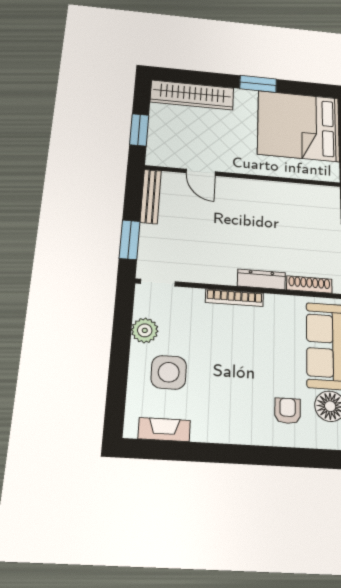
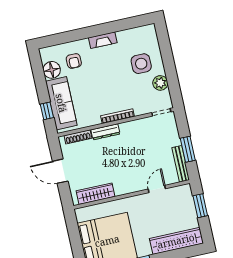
door: (201, 172) -> (157, 189), hinge flipped
wardrobe: (301, 194) -> (95, 194), added
window: (130, 240) -> (188, 149), moved
fireplace: (164, 430) -> (103, 40), moved

